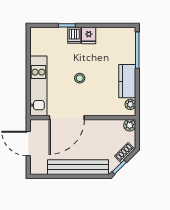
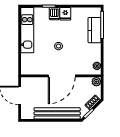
kitchen counter: (127, 81) -> (94, 30), moved
kitchen unit: (38, 86) -> (27, 30), moved
door: (67, 118) -> (62, 76), moved

